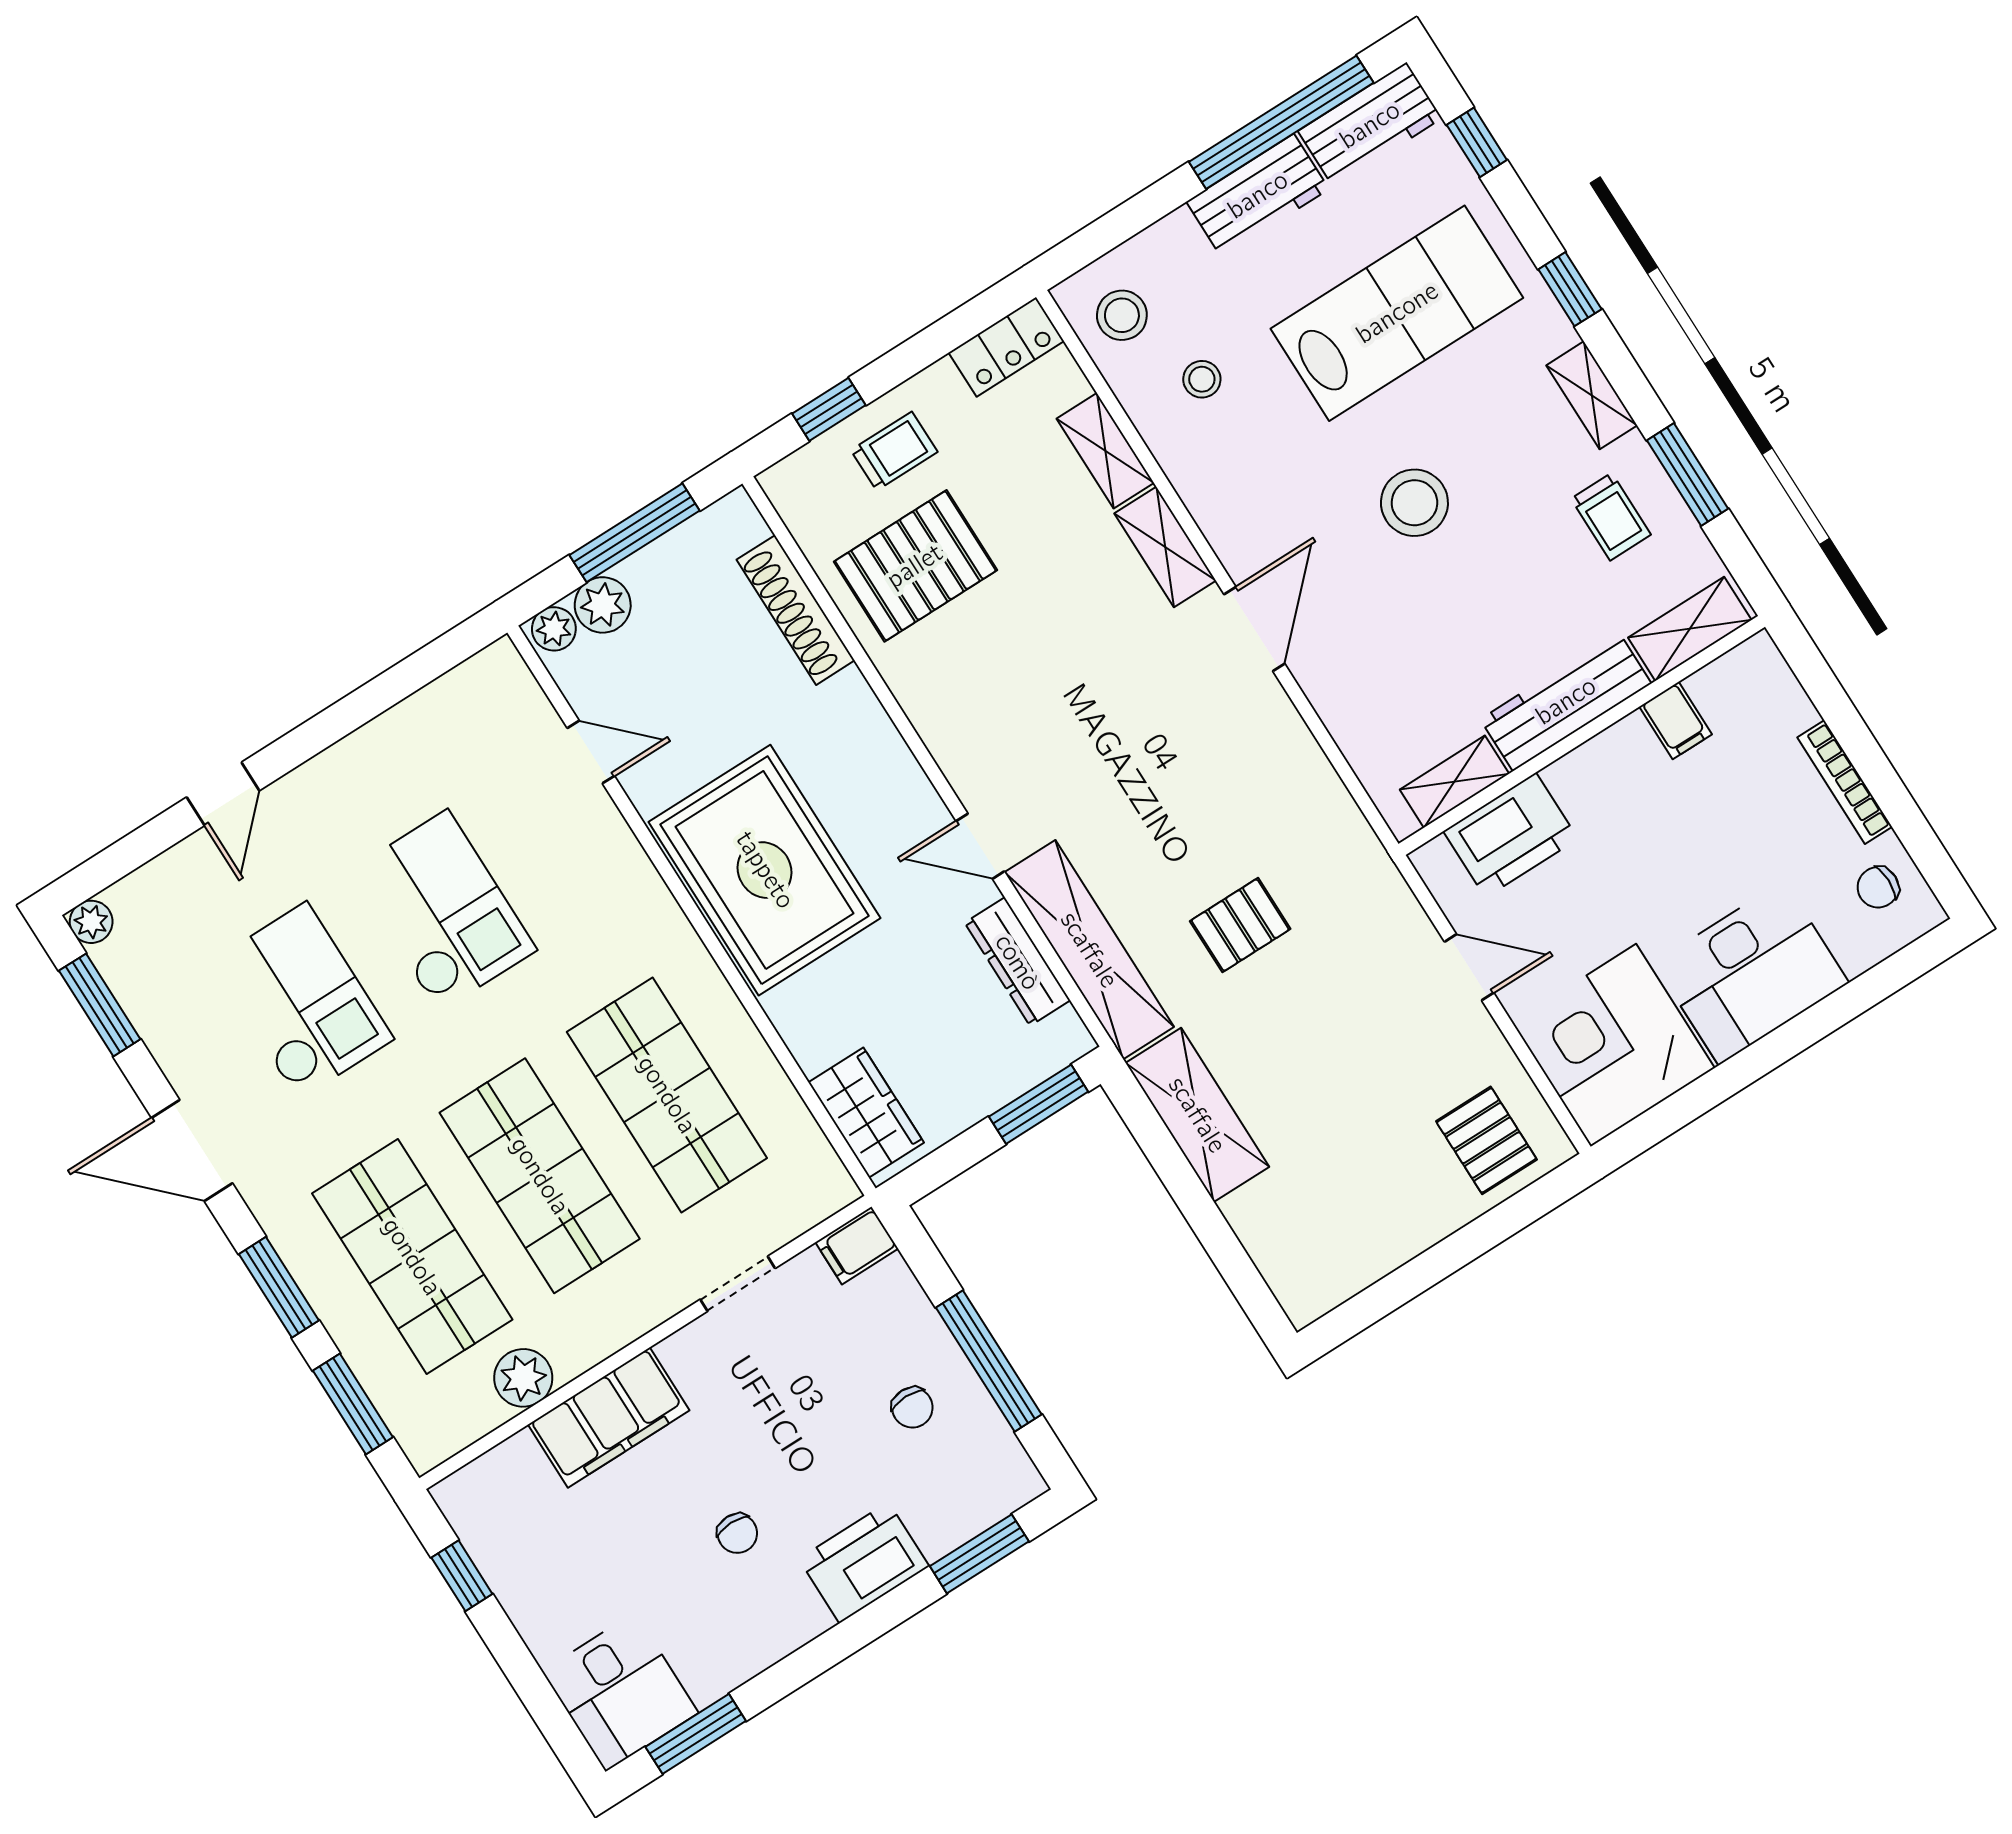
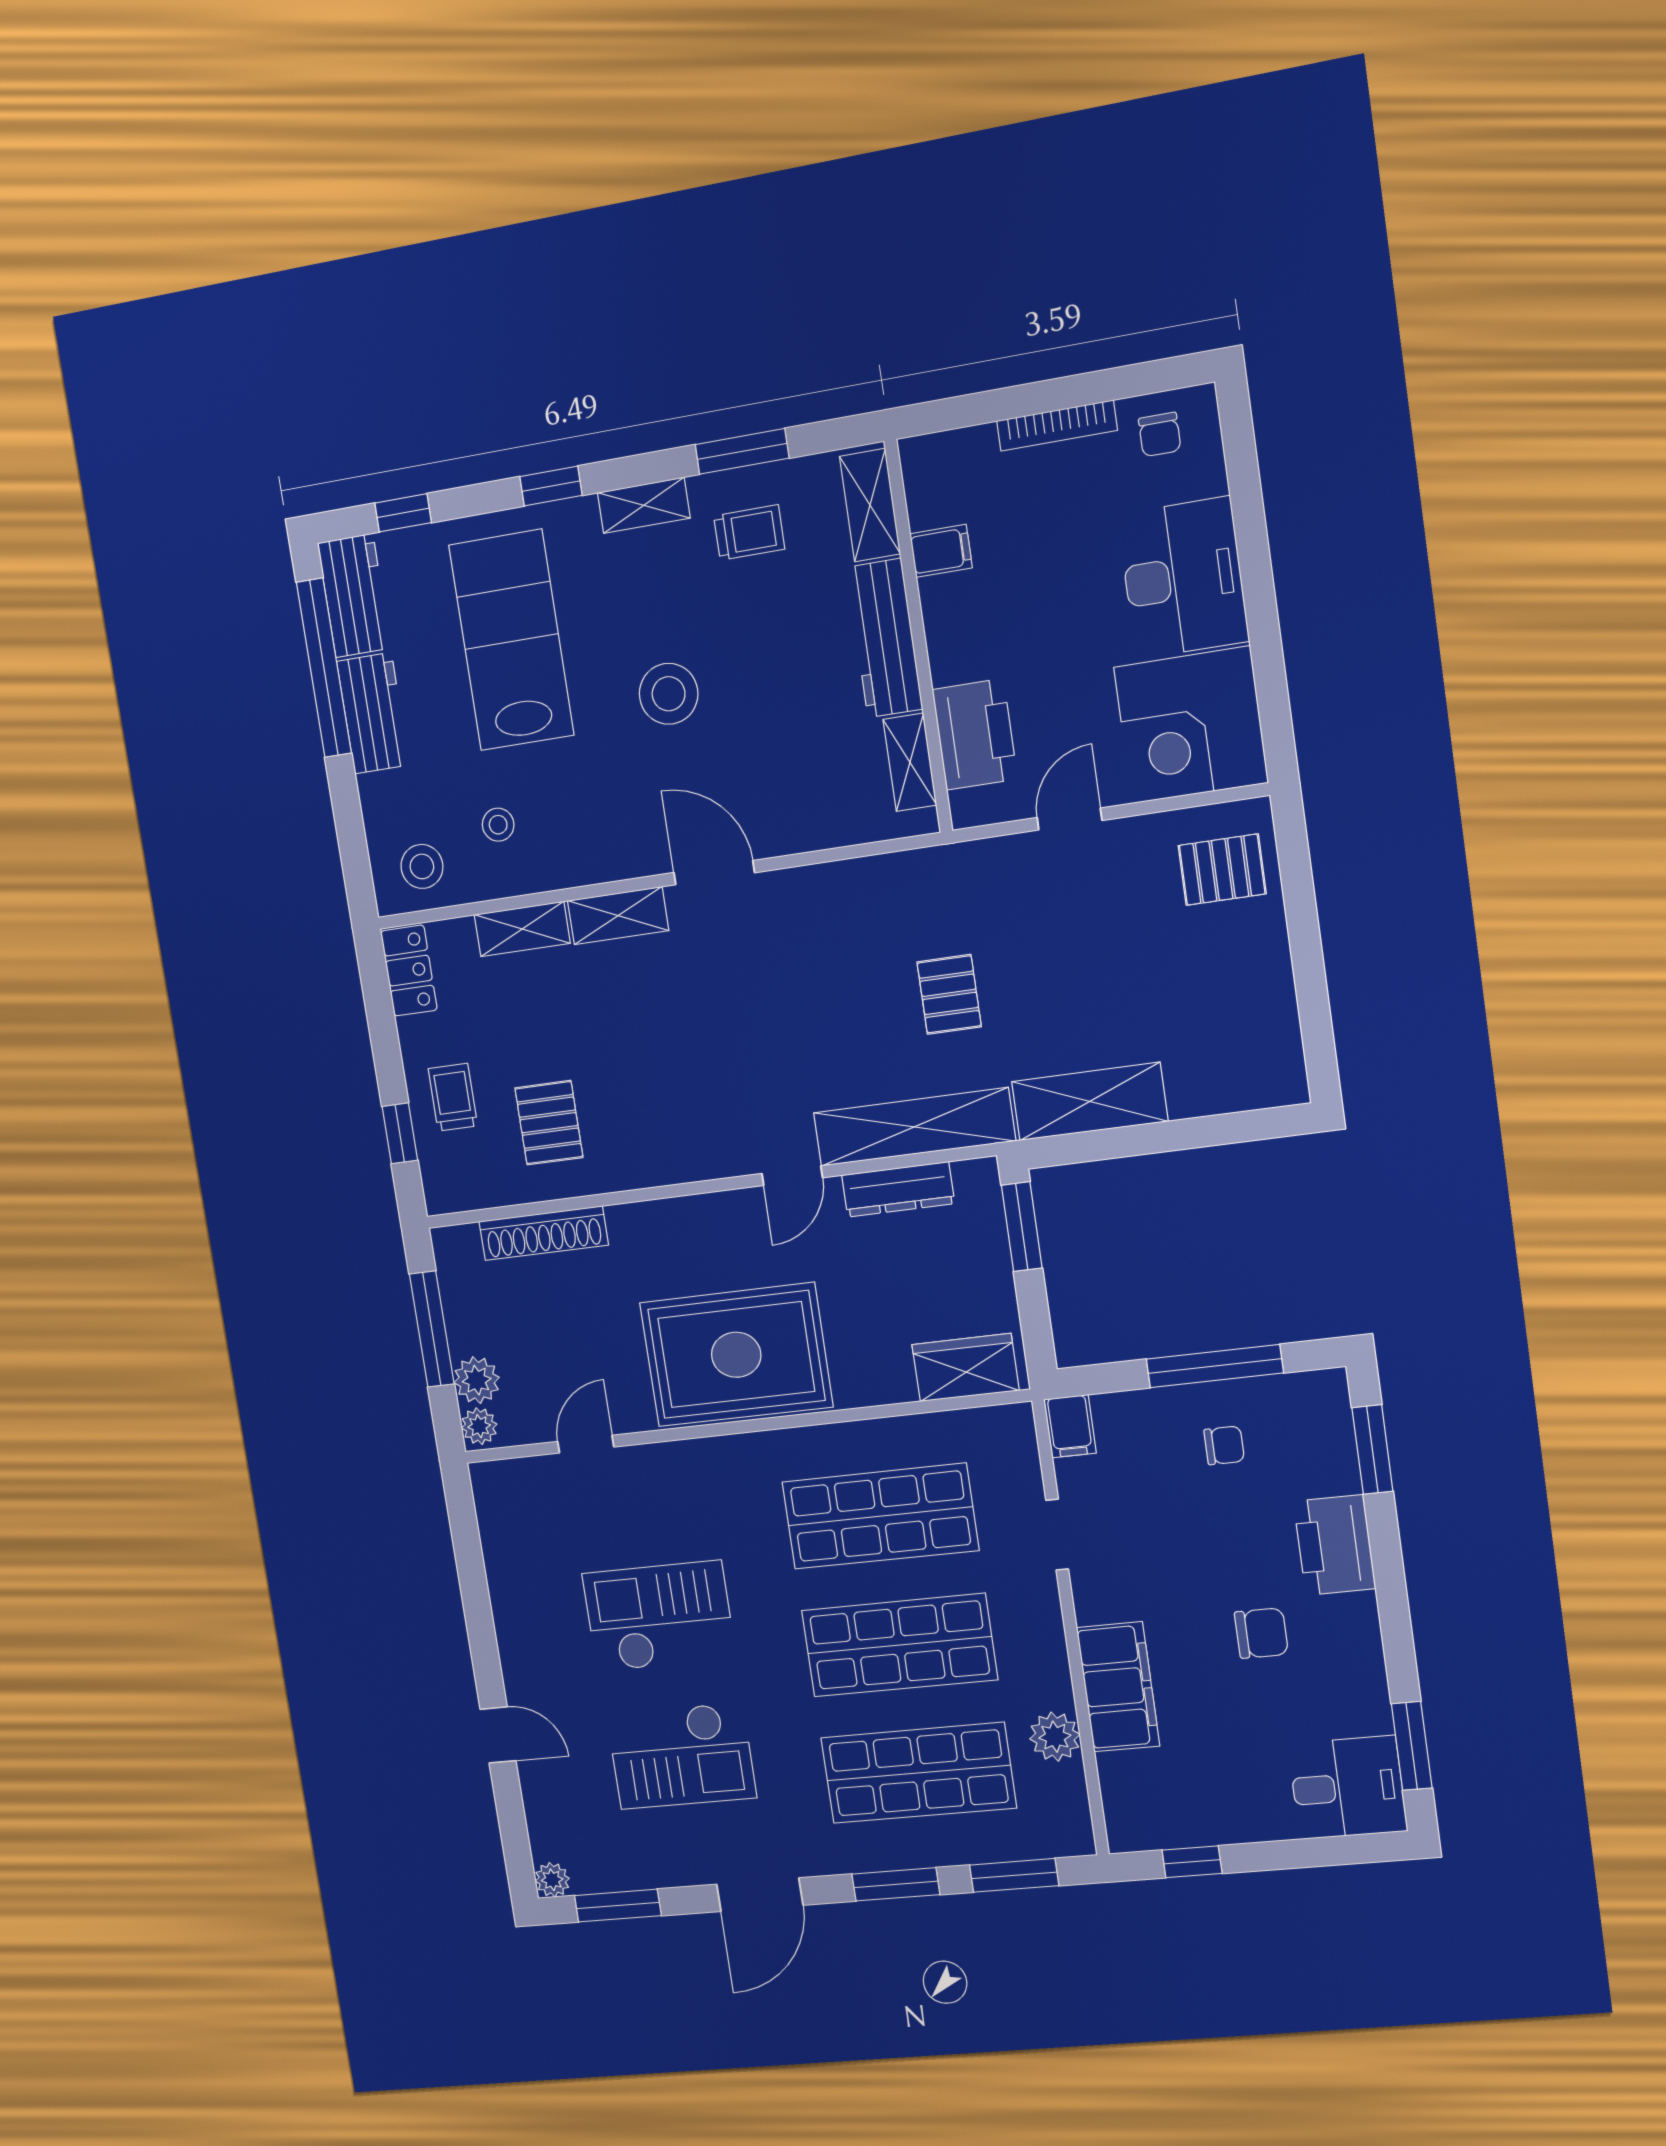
pallet: (915, 566) -> (549, 1123), width x0.67, depth x0.71
checkout: (302, 1001) -> (681, 1756), turned 180
chair: (737, 1533) -> (1261, 1633), width x1.37, depth x1.37

